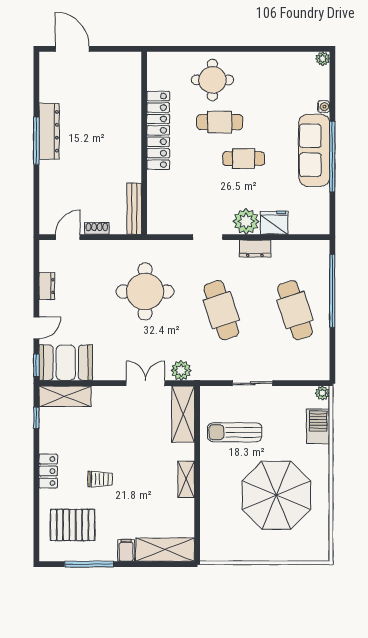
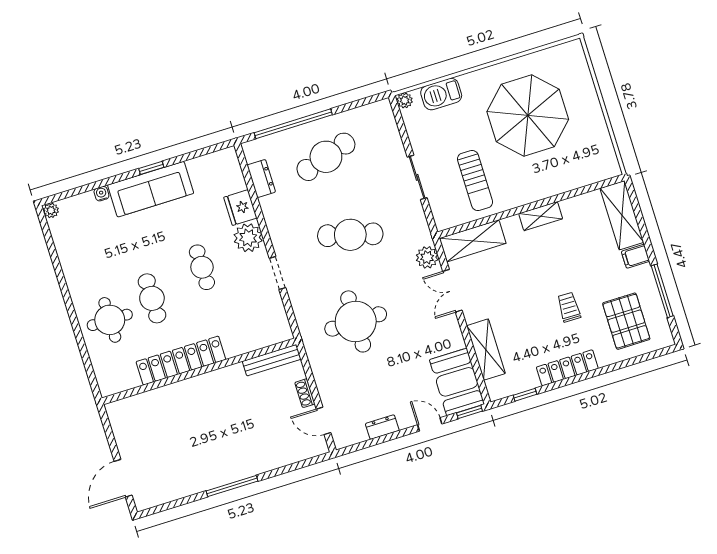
dresser: (49, 131) -> (218, 476), removed
window: (332, 157) -> (151, 168), width x0.32
cafe table: (244, 159) -> (202, 267), moved
dresser: (255, 249) -> (261, 178), moved
cafe table: (221, 310) -> (350, 235), turned 33
shelving: (65, 396) -> (486, 350), moved
locker: (48, 471) -> (567, 368), width x1.53

